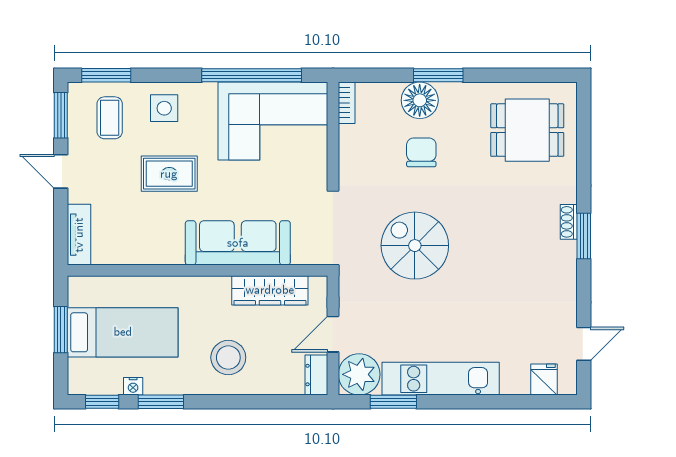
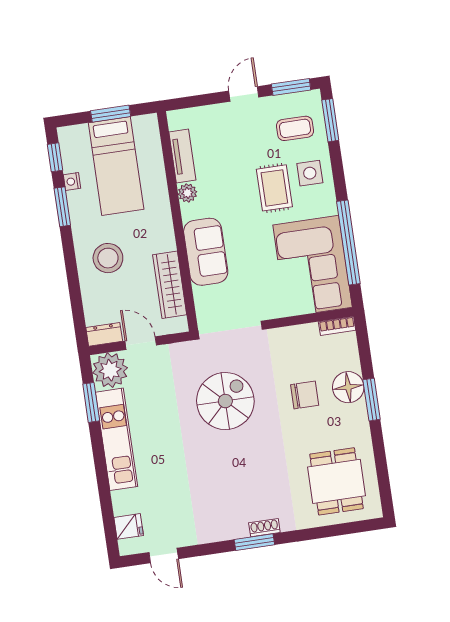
rug: (169, 174) -> (274, 188), moved
tv unit: (79, 235) -> (182, 156), moved, turned -90
sofa: (238, 243) -> (206, 252), width x0.73
plant: (166, 254) -> (187, 193), added

